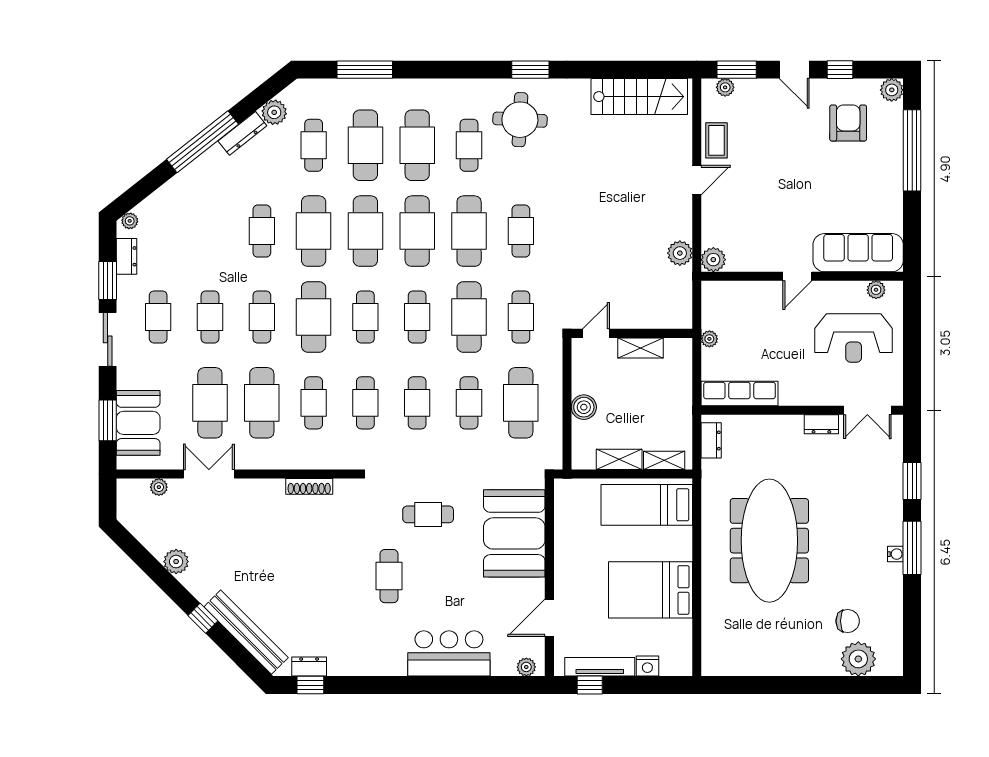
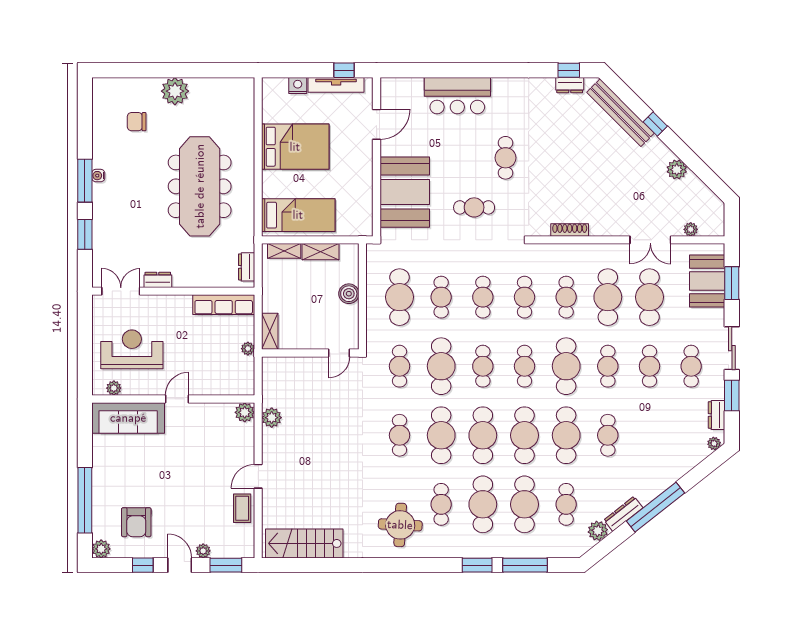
window: (530, 70) -> (477, 565), moved
plant: (725, 87) -> (203, 551), moved
shelving: (640, 348) -> (270, 331), moved, turned 90
plant: (858, 659) -> (175, 91), moved
plant: (526, 667) -> (395, 85), removed

